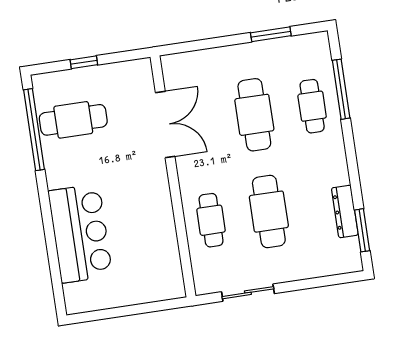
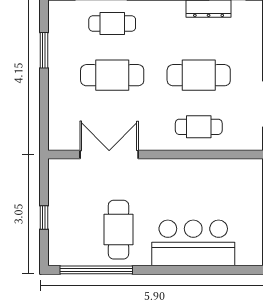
cafe table: (73, 120) -> (118, 230), moved

